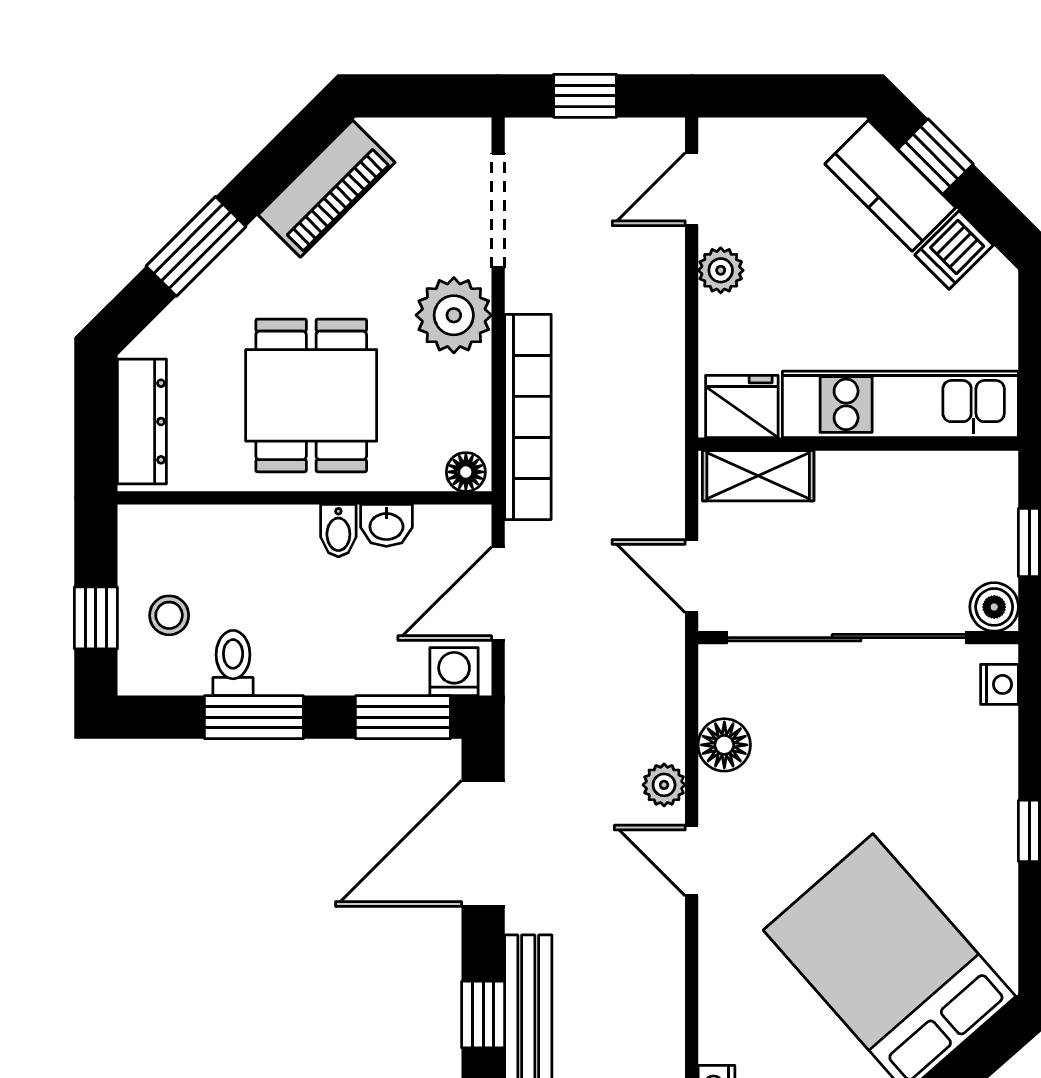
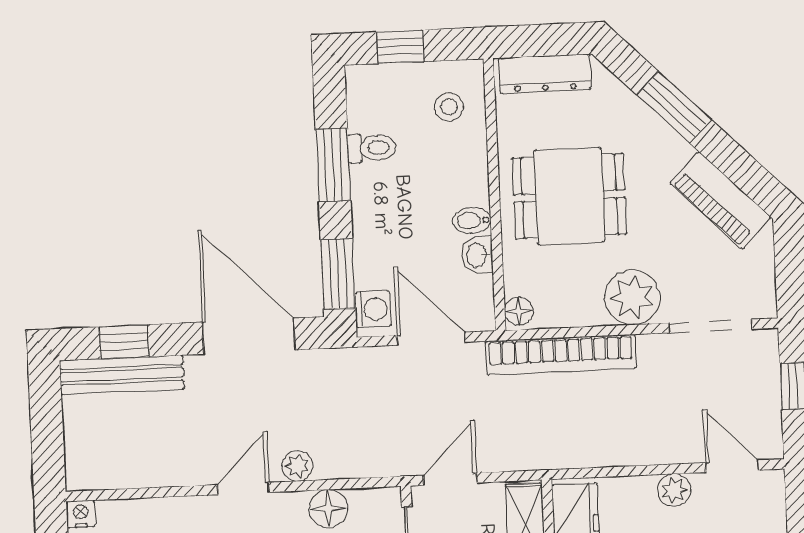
stool: (169, 615) -> (449, 107), moved

